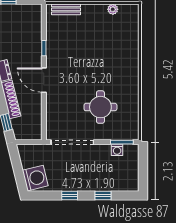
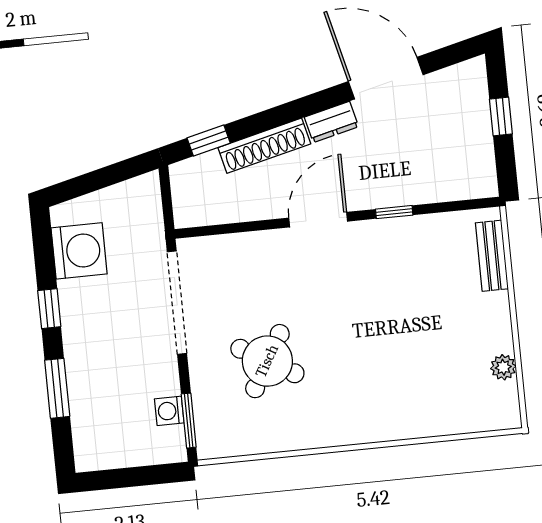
round table: (100, 107) -> (267, 361), turned 30
washing machine: (35, 178) -> (79, 251), moved, turned -76
window: (103, 196) -> (57, 388), width x1.50

